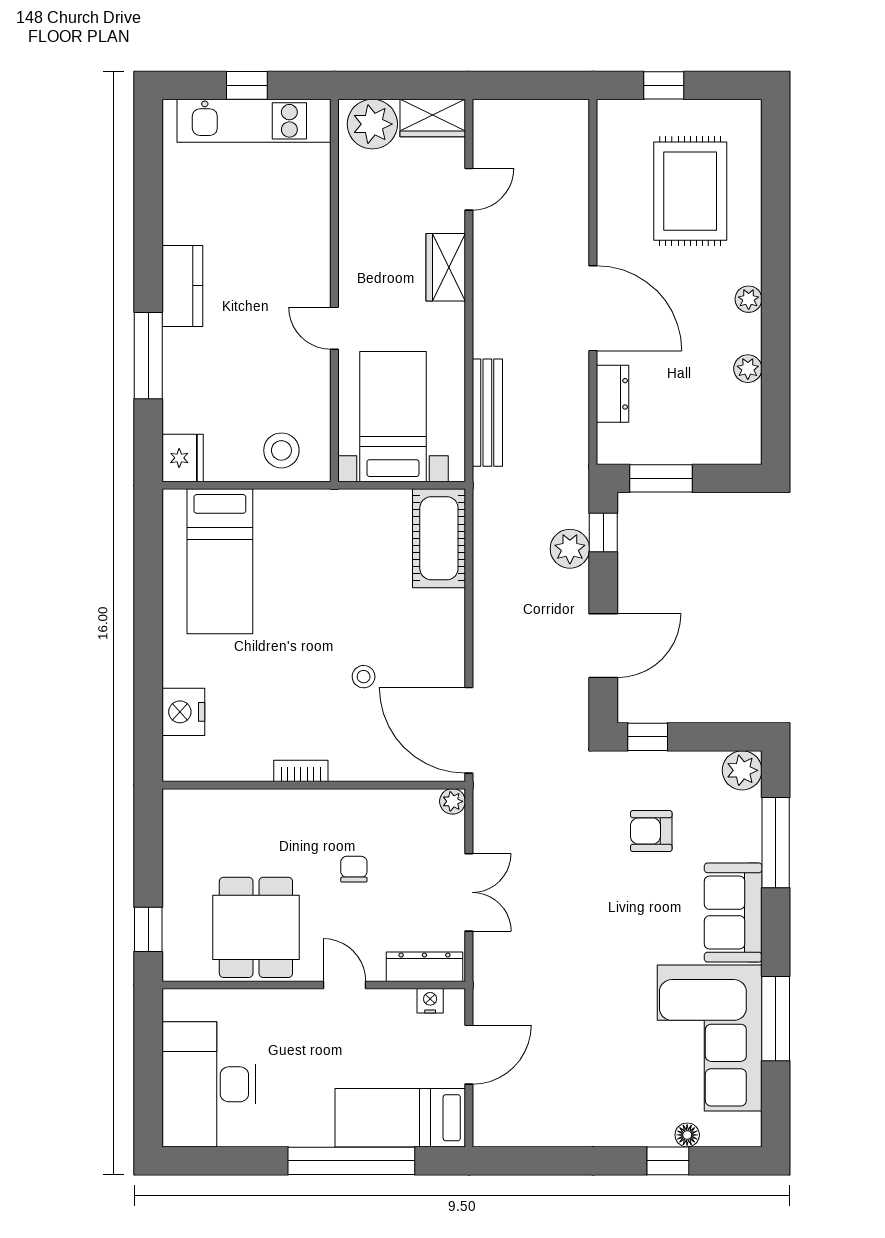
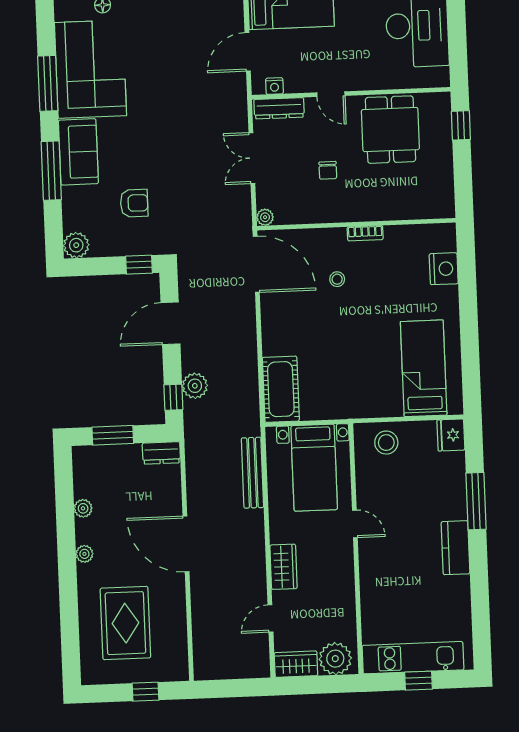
dresser: (612, 394) -> (161, 453), moved, turned -90
window: (661, 478) -> (113, 435), moved
stool: (364, 677) -> (337, 279), moved
window: (776, 843) -> (51, 171), moved

